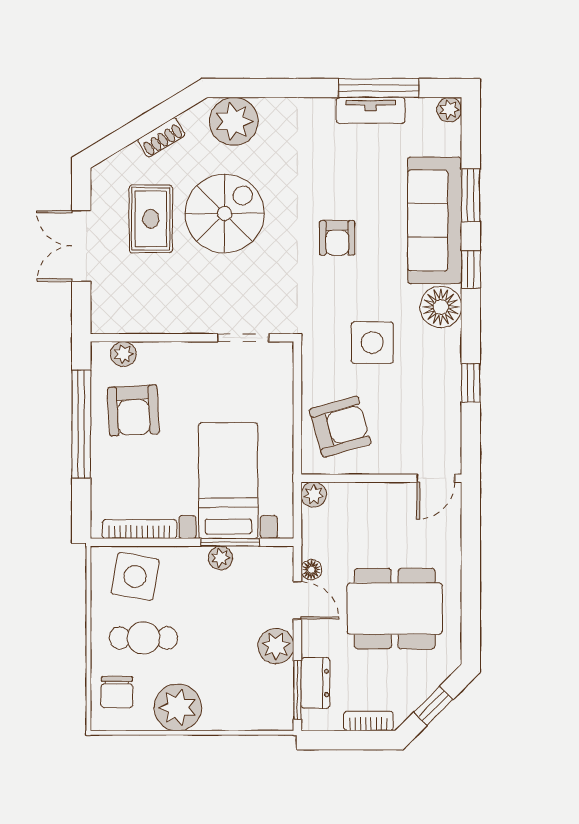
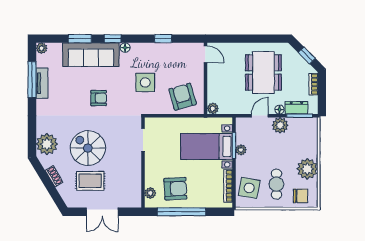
floor lamp: (441, 307) -> (125, 48), width x0.53, depth x0.53
floor lamp: (311, 570) -> (280, 110), moved

